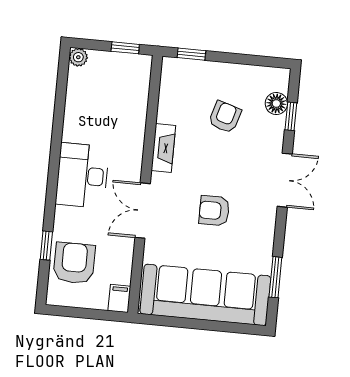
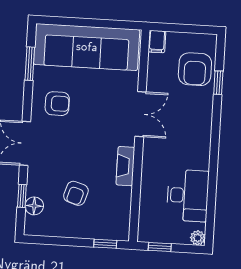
desk: (82, 176) -> (188, 196), moved
armchair: (214, 211) -> (57, 104), moved

